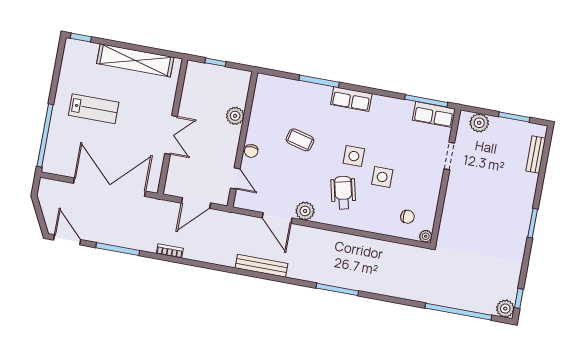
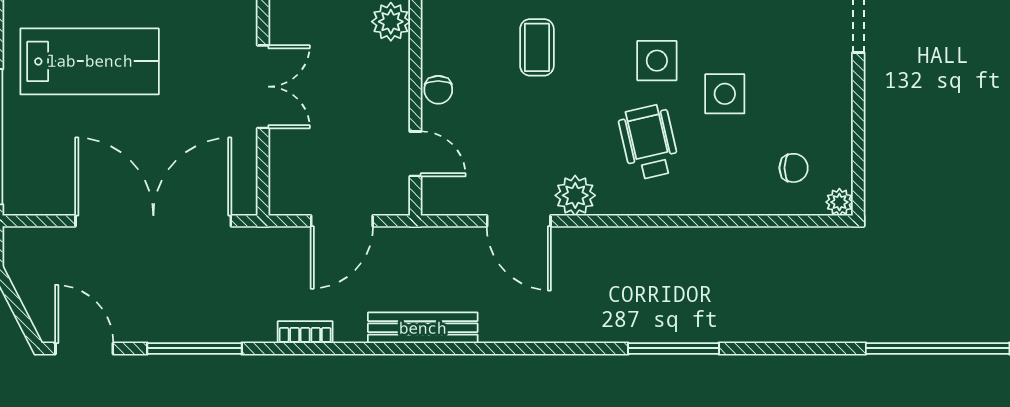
lab bench: (94, 109) -> (90, 61), width x1.36, depth x1.39
coffee table: (300, 140) -> (537, 47), turned 76
bench: (262, 266) -> (423, 328), moved

